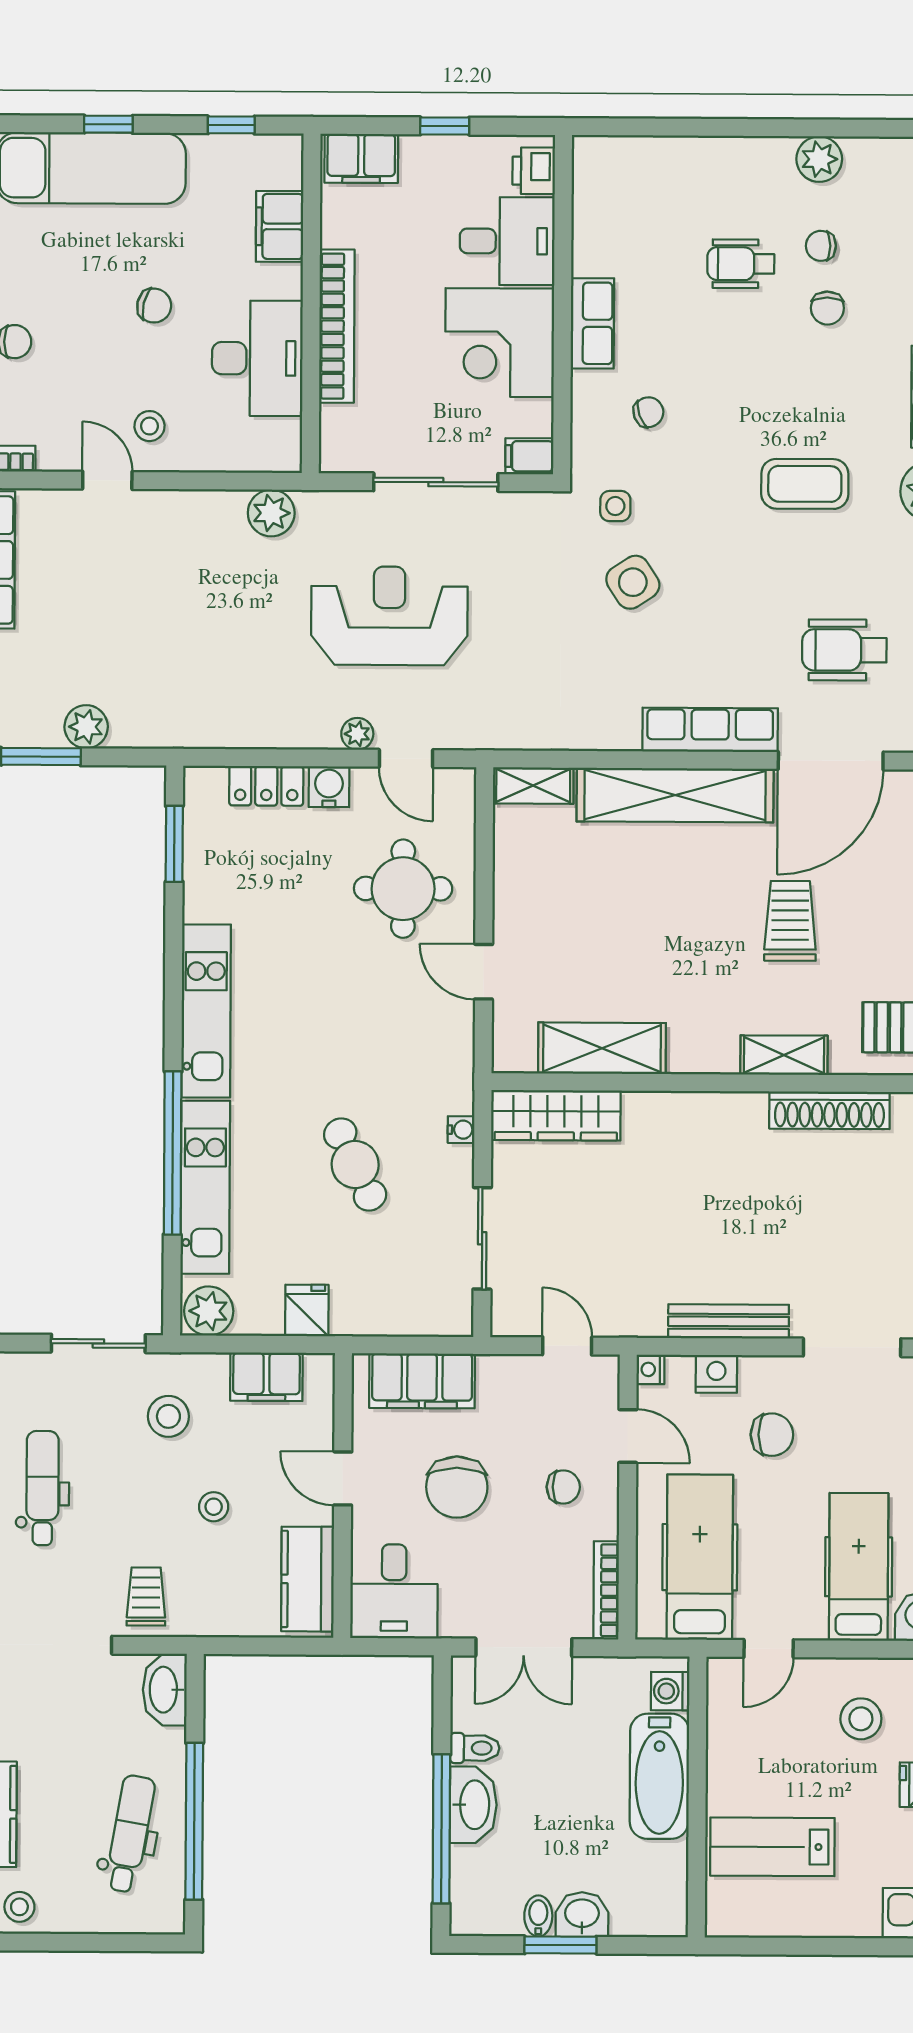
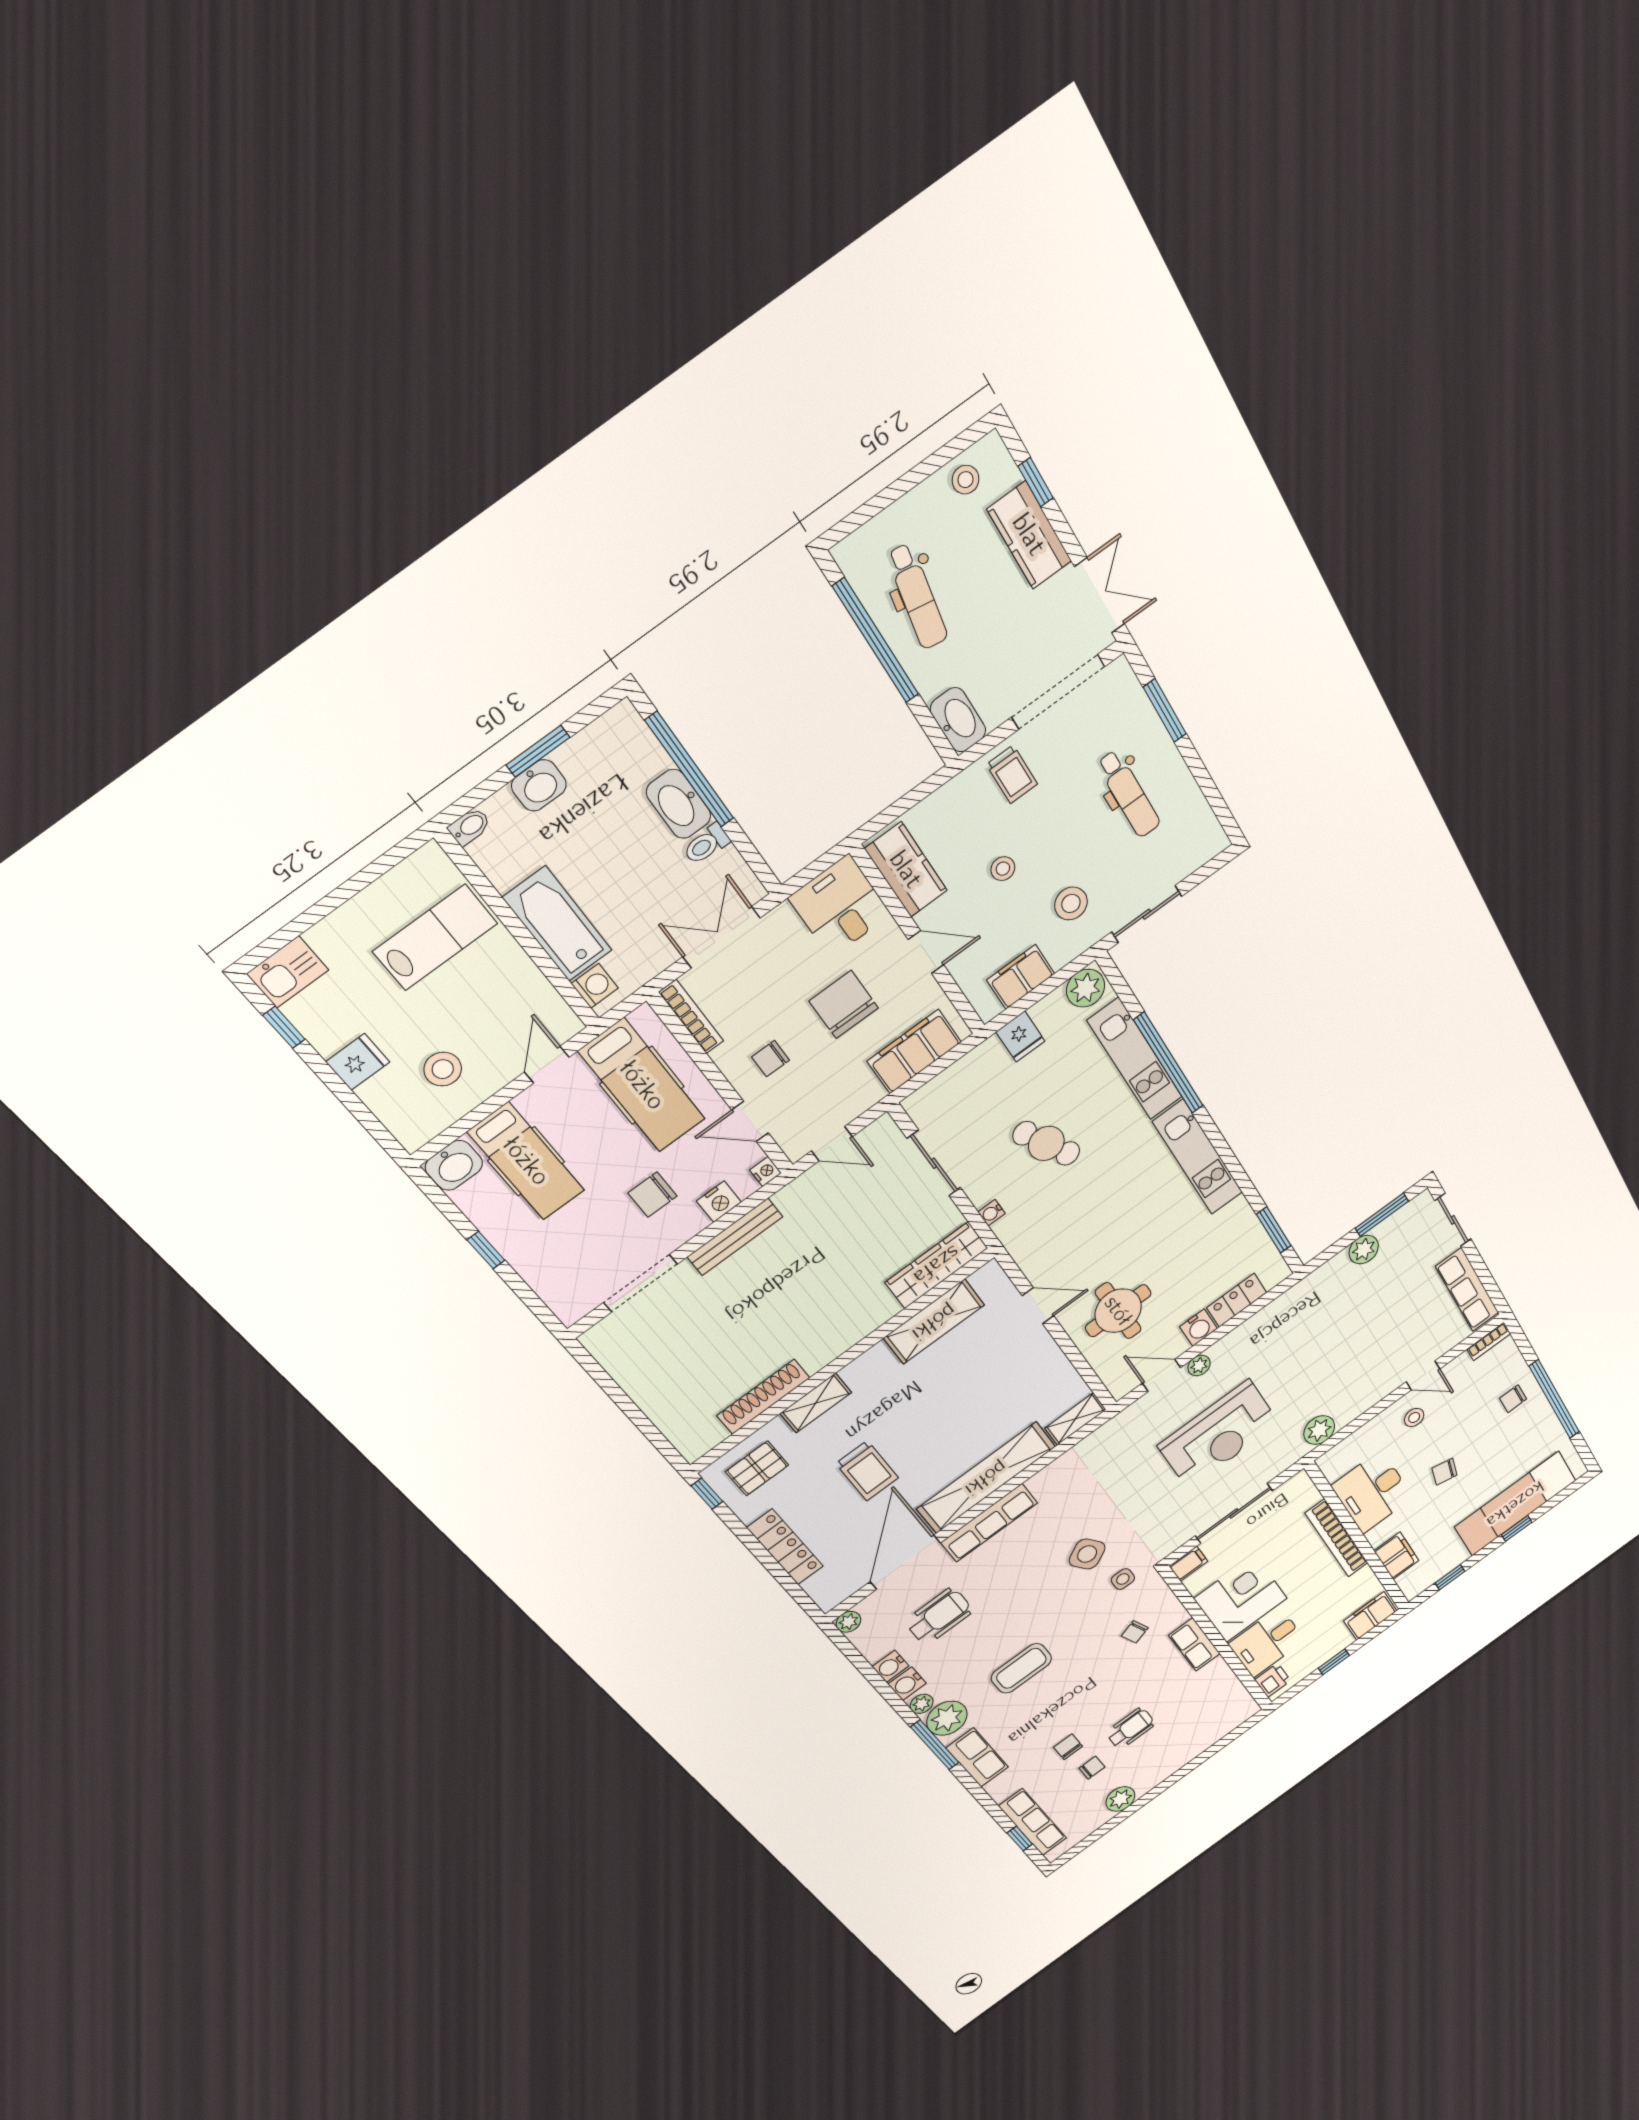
bidet: (538, 1916) -> (470, 827), moved, turned -90

